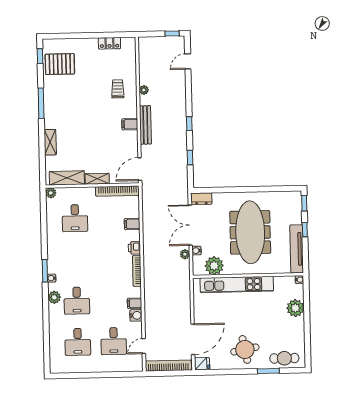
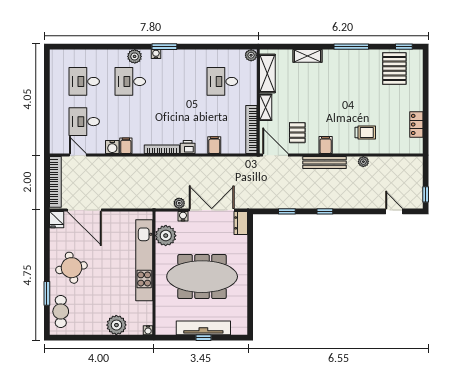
pallet: (119, 150) -> (297, 133), added
window: (304, 203) -> (233, 338), removed
tv unit: (297, 249) -> (203, 328), moved

